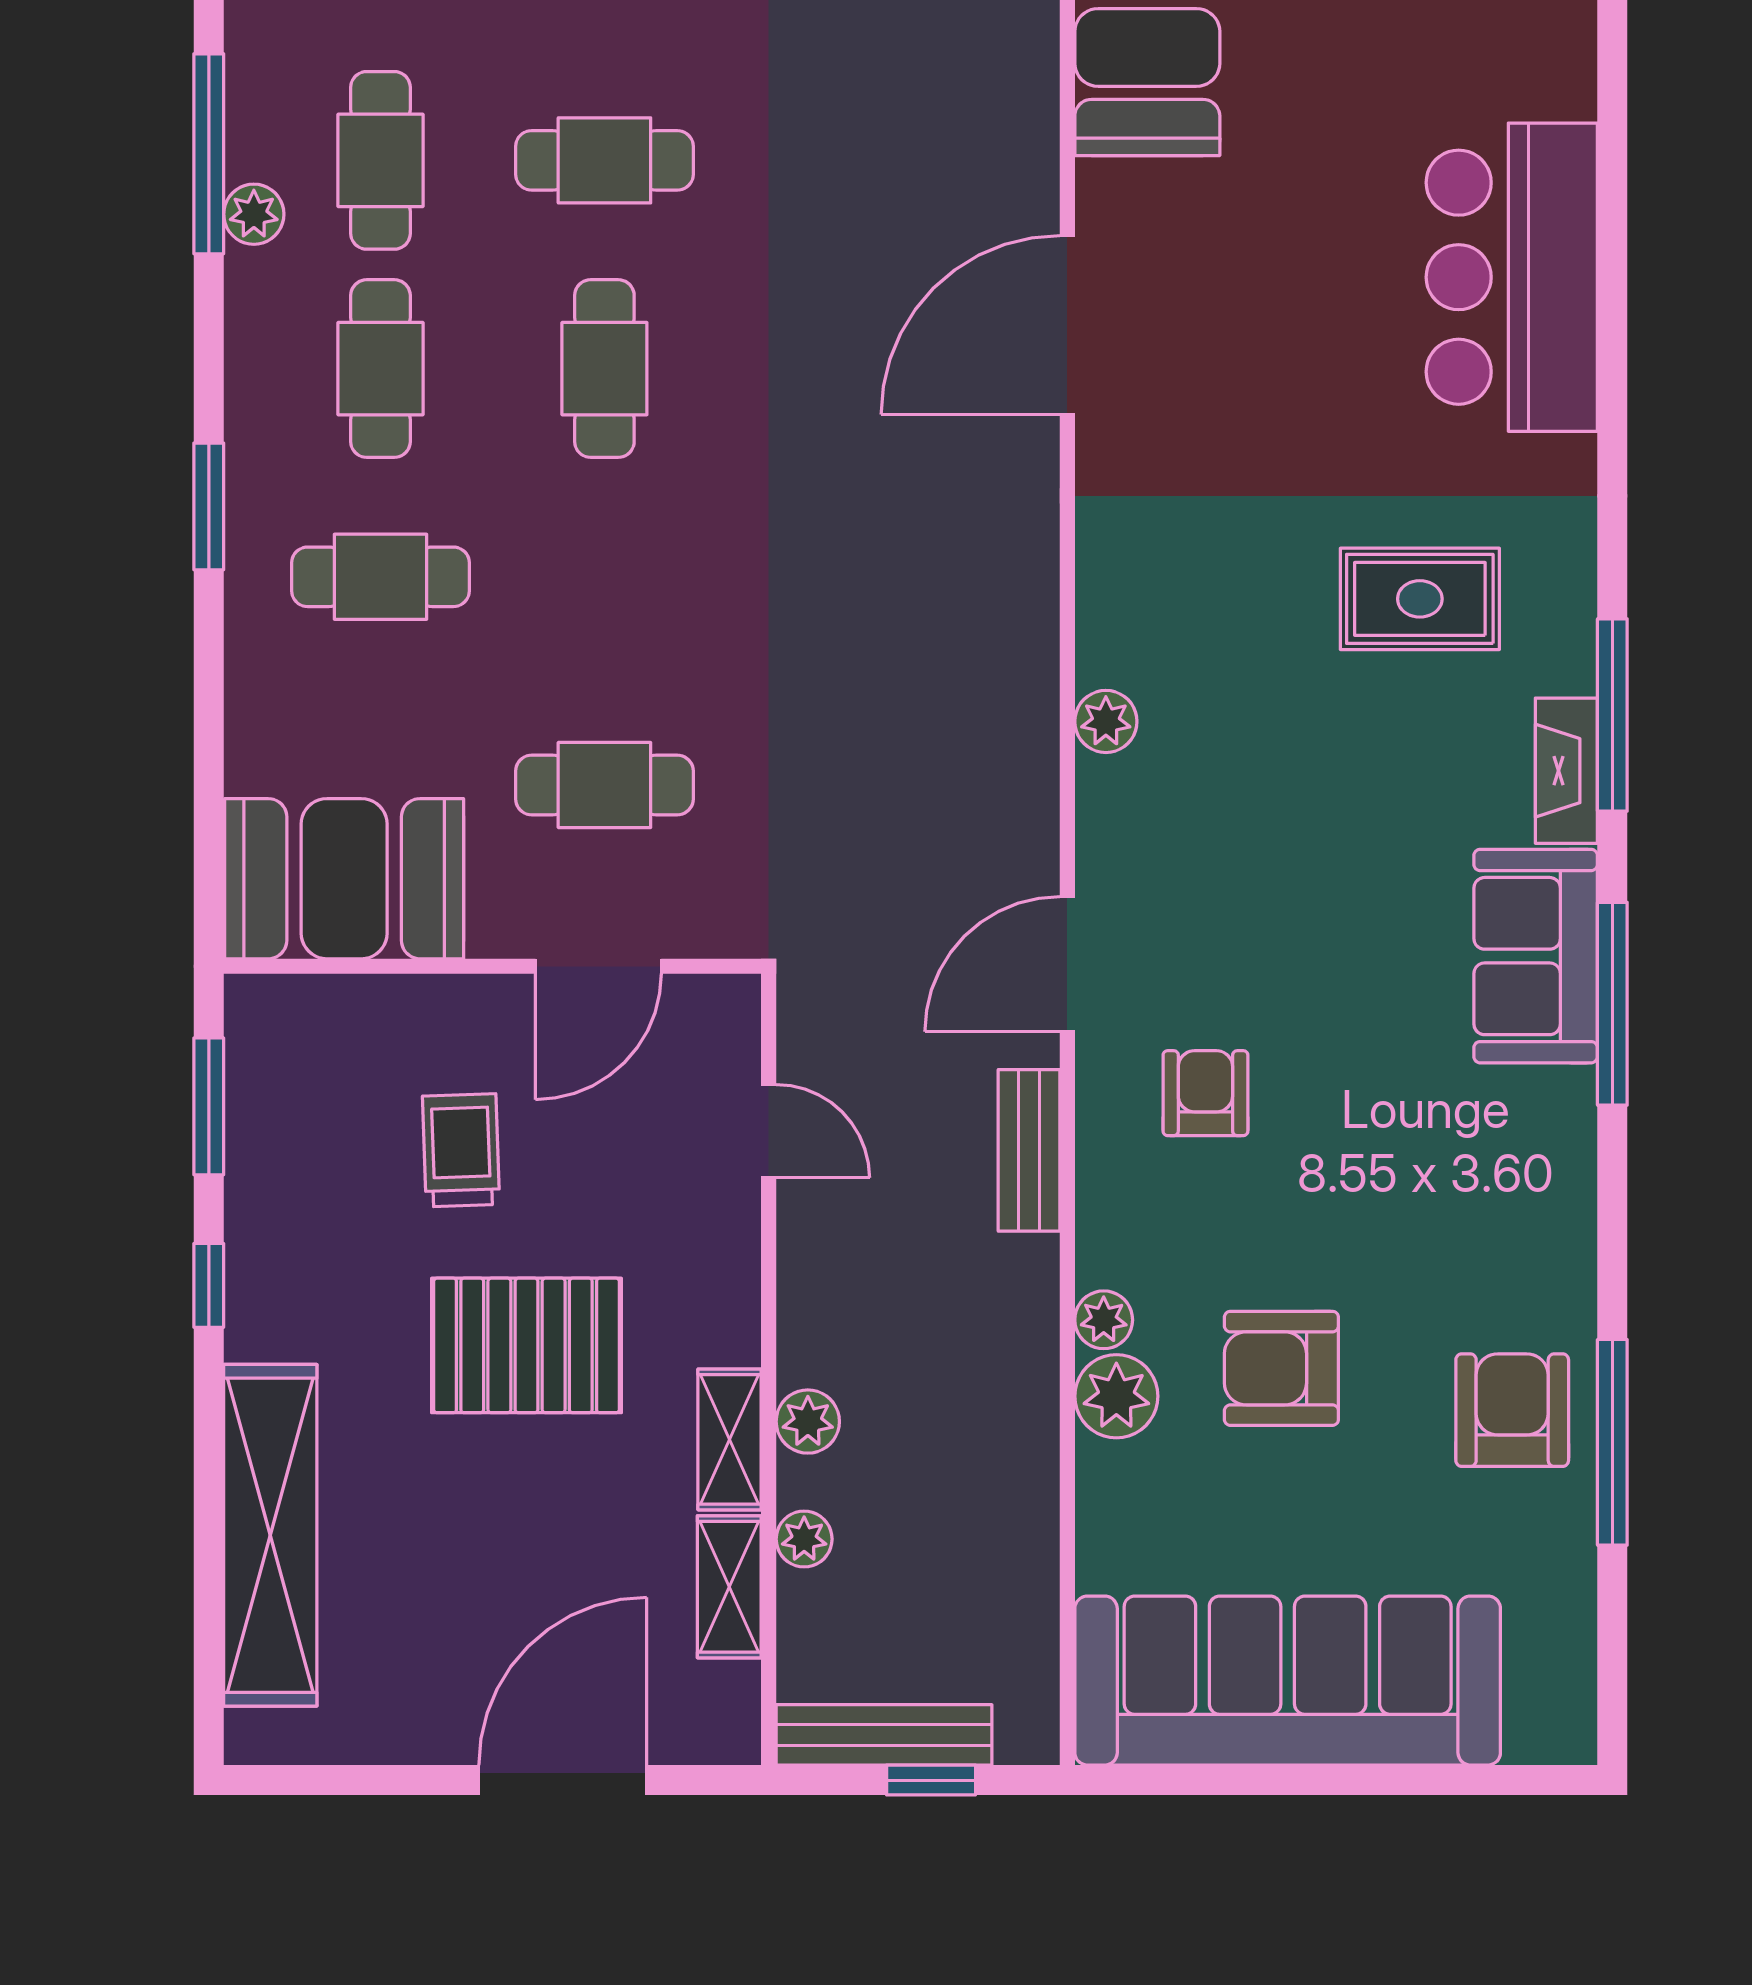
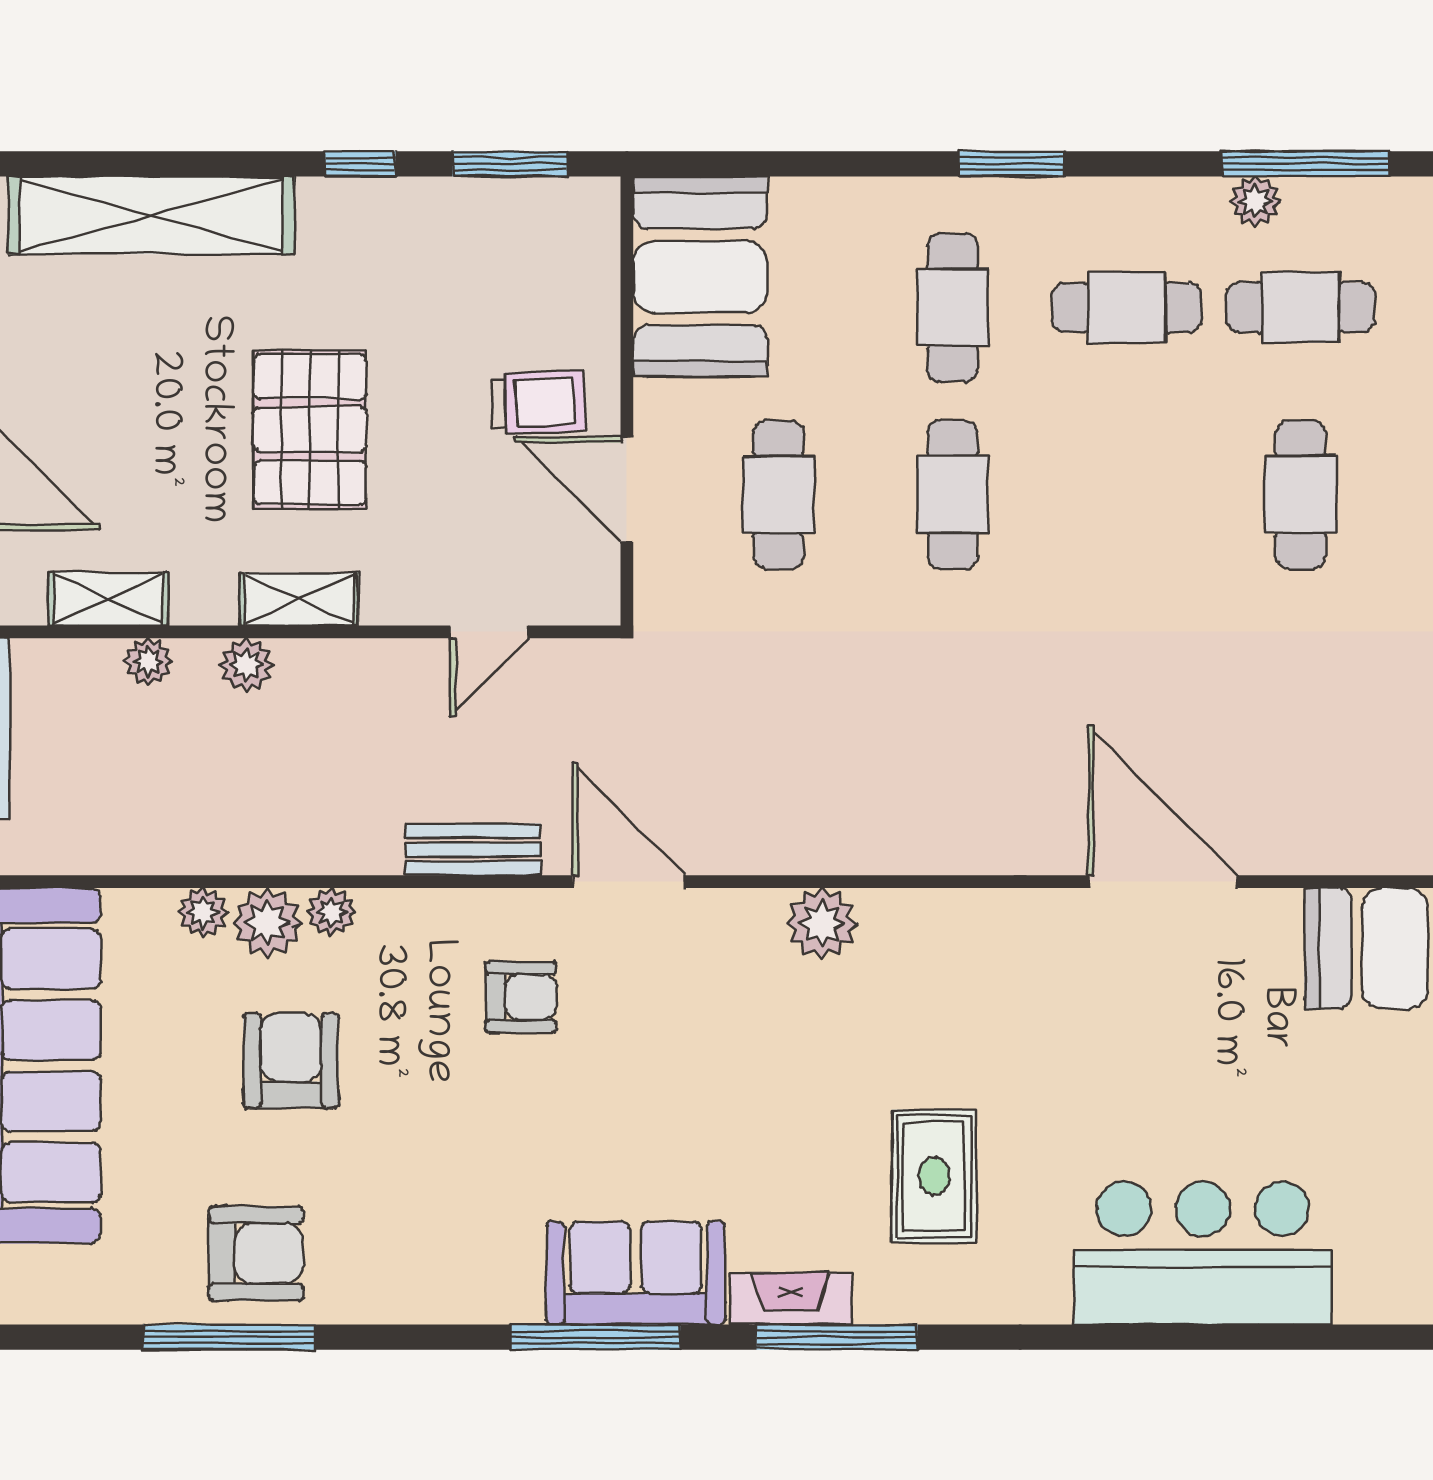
cafe table: (604, 369) -> (953, 495), moved, turned 90
plant: (1106, 721) -> (822, 924), width x1.38, depth x1.38
trolley: (461, 1150) -> (538, 402), moved
shelving: (730, 1439) -> (299, 599), moved
plant: (1104, 1473) -> (203, 913), added

